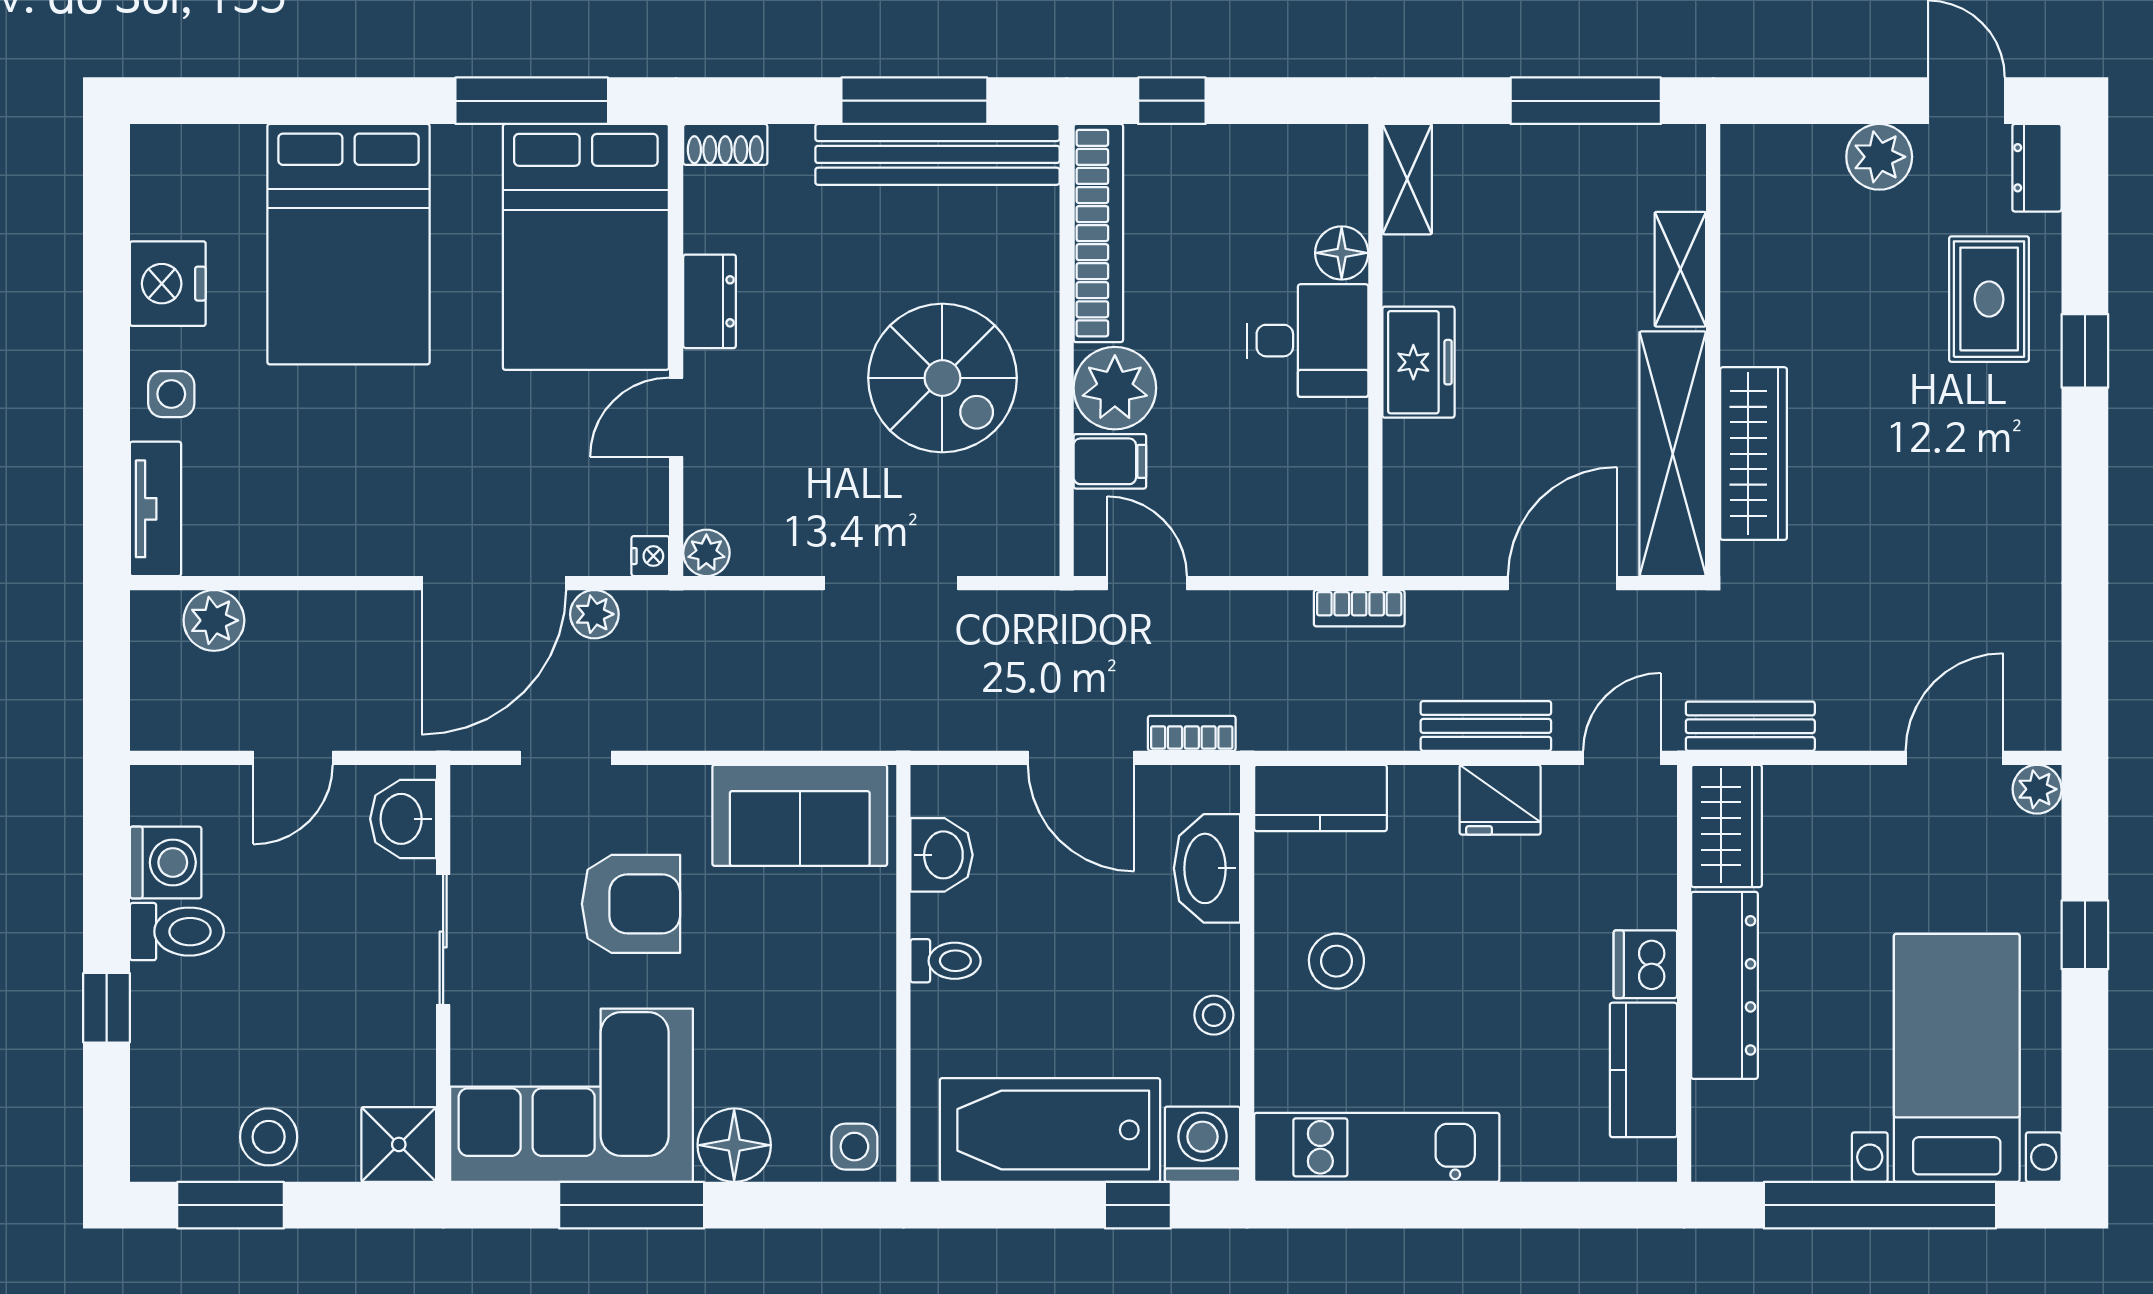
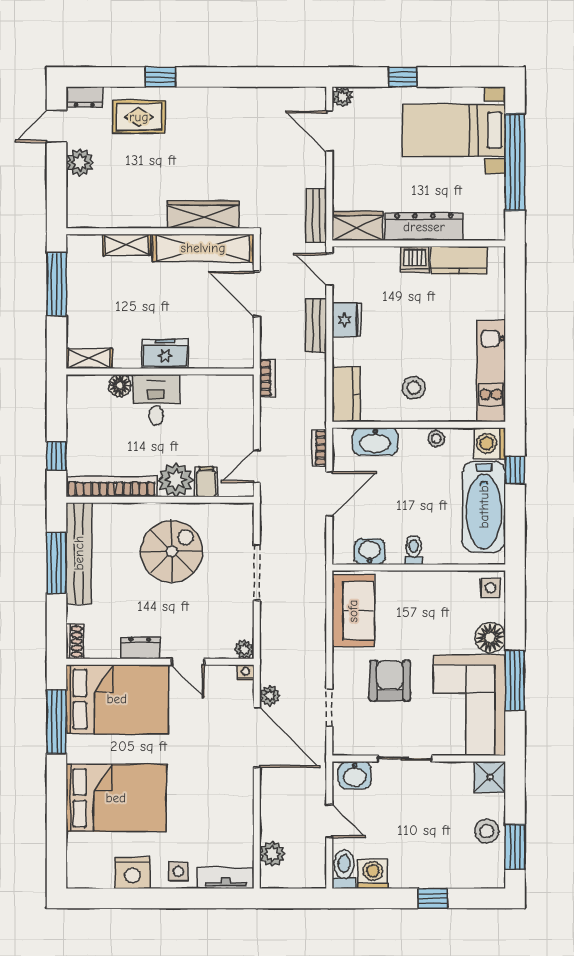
toilet: (177, 932) -> (344, 869), moved

